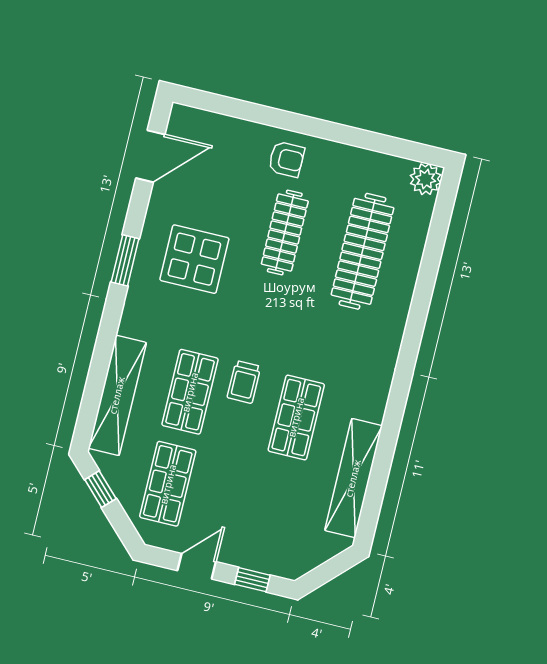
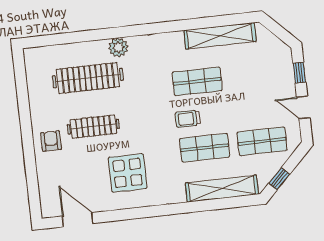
plant: (426, 179) -> (118, 47), moved
window: (125, 260) -> (143, 212), removed
trolley: (244, 382) -> (188, 119), turned 180

